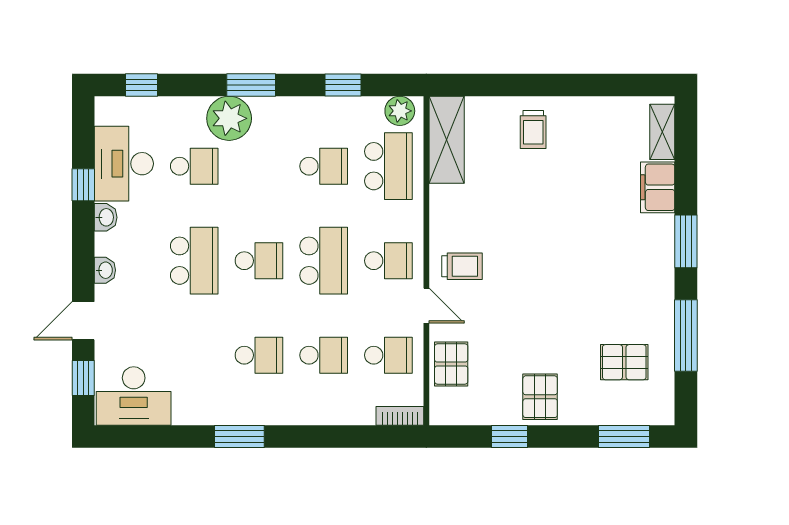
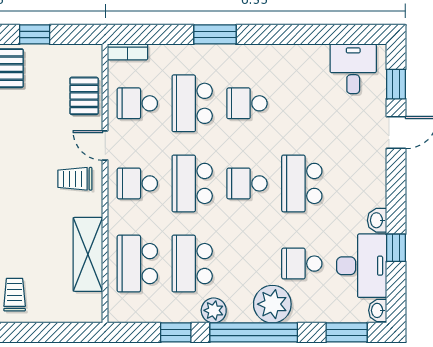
window: (141, 85) -> (347, 332), width x1.50
window: (251, 85) -> (254, 332), width x2.11
plant: (400, 111) -> (214, 310), moved
shelving: (447, 140) -> (88, 254), moved
school desk: (324, 166) -> (192, 264), width x1.85
washbasin: (105, 270) -> (378, 310), moved
school desk: (324, 355) -> (192, 103), width x1.85
desk: (134, 396) -> (353, 69), width x0.73
window: (239, 436) -> (215, 34), moved

